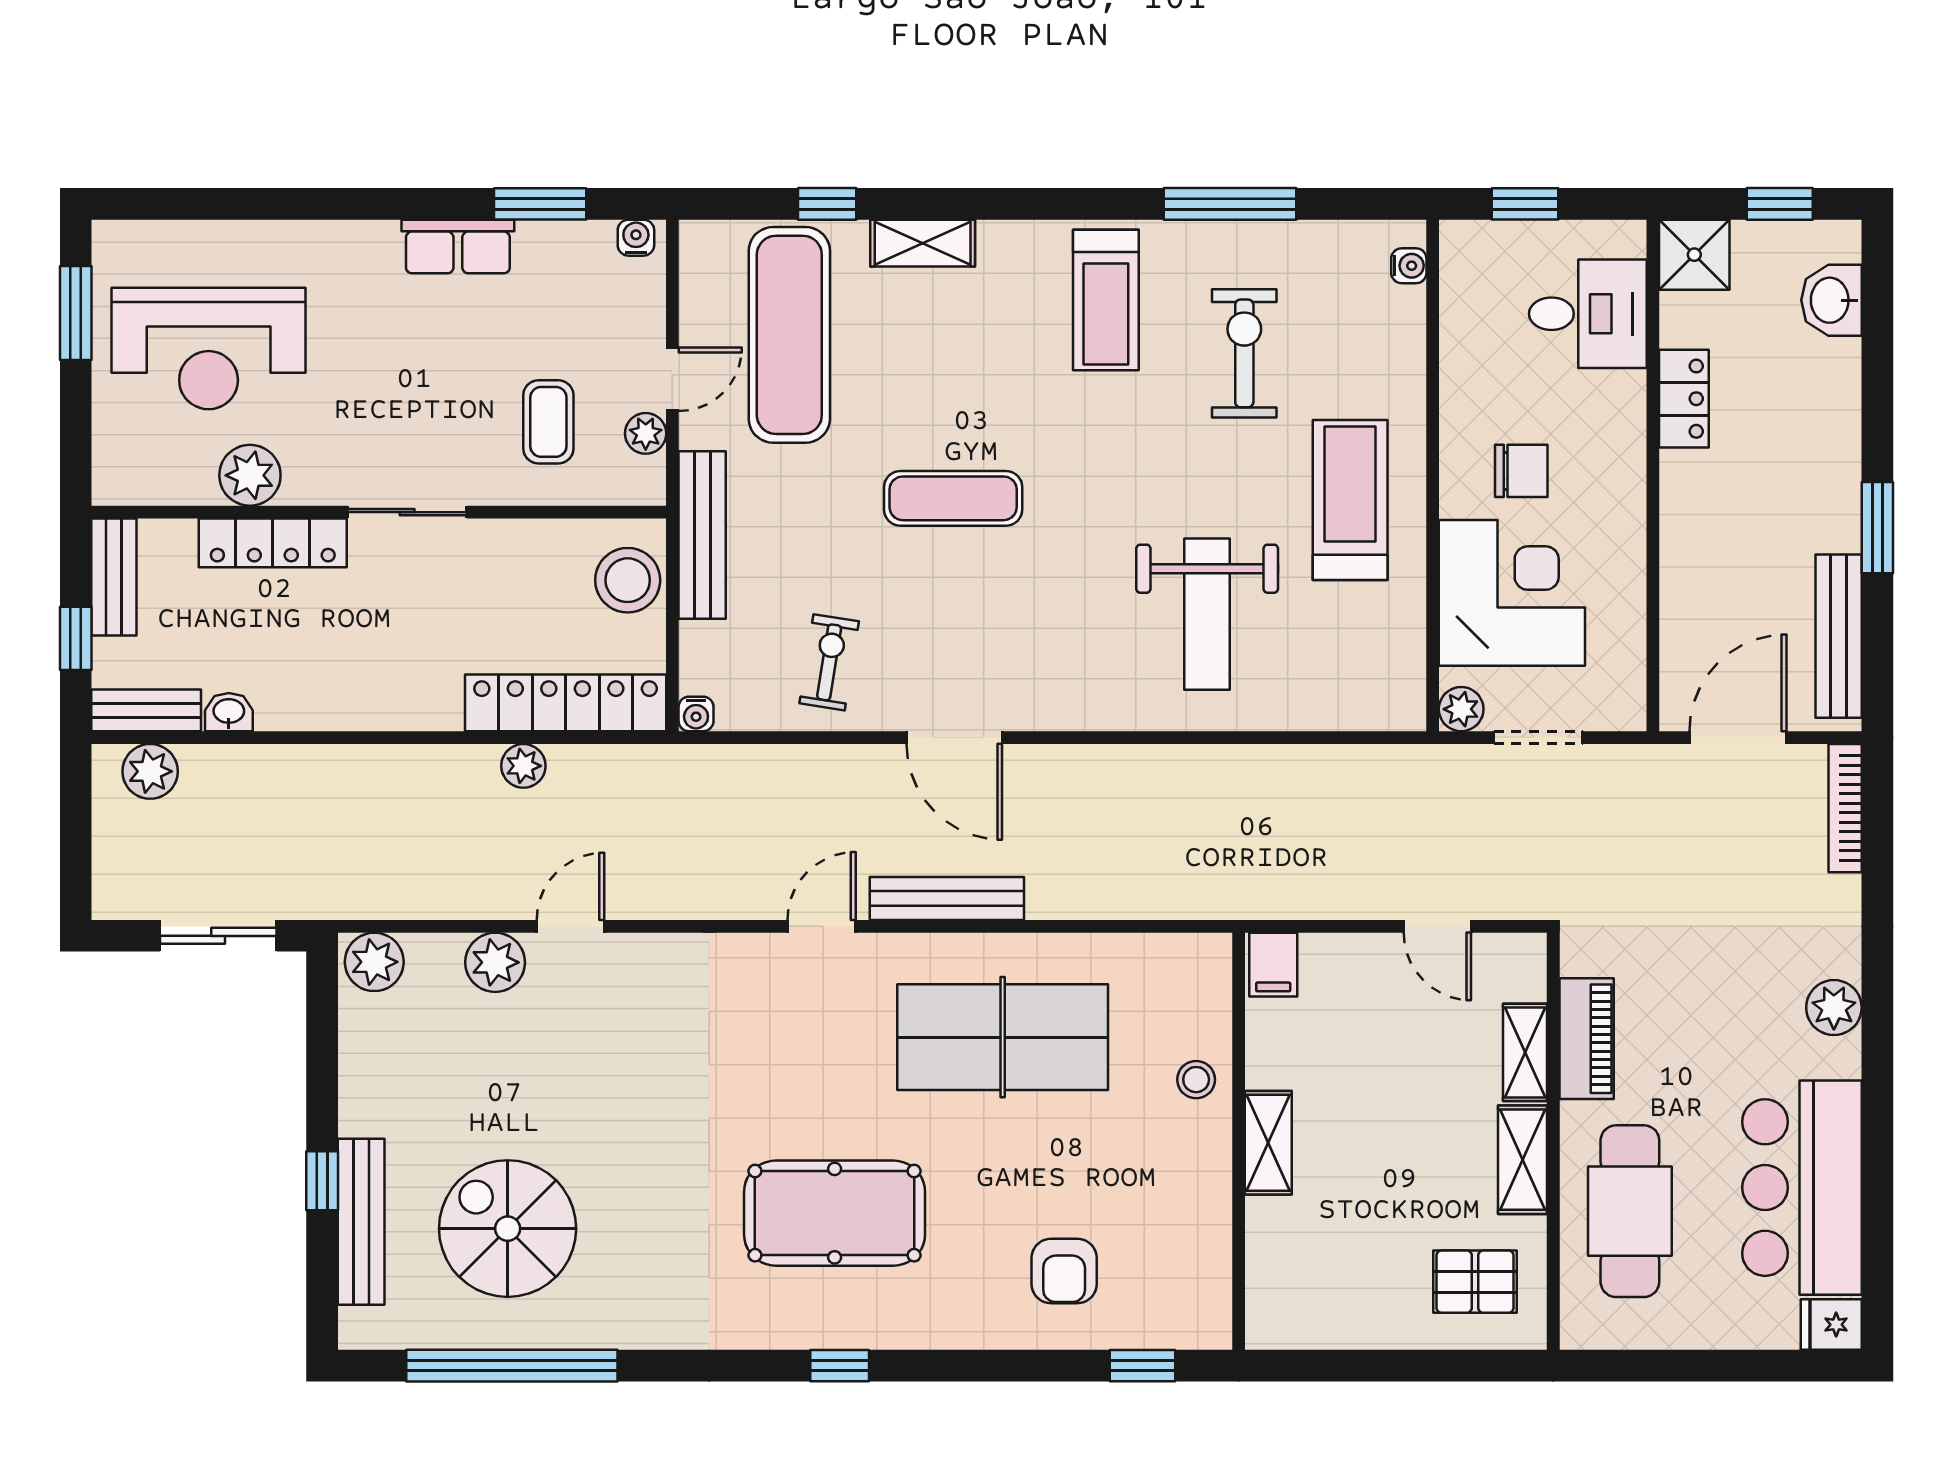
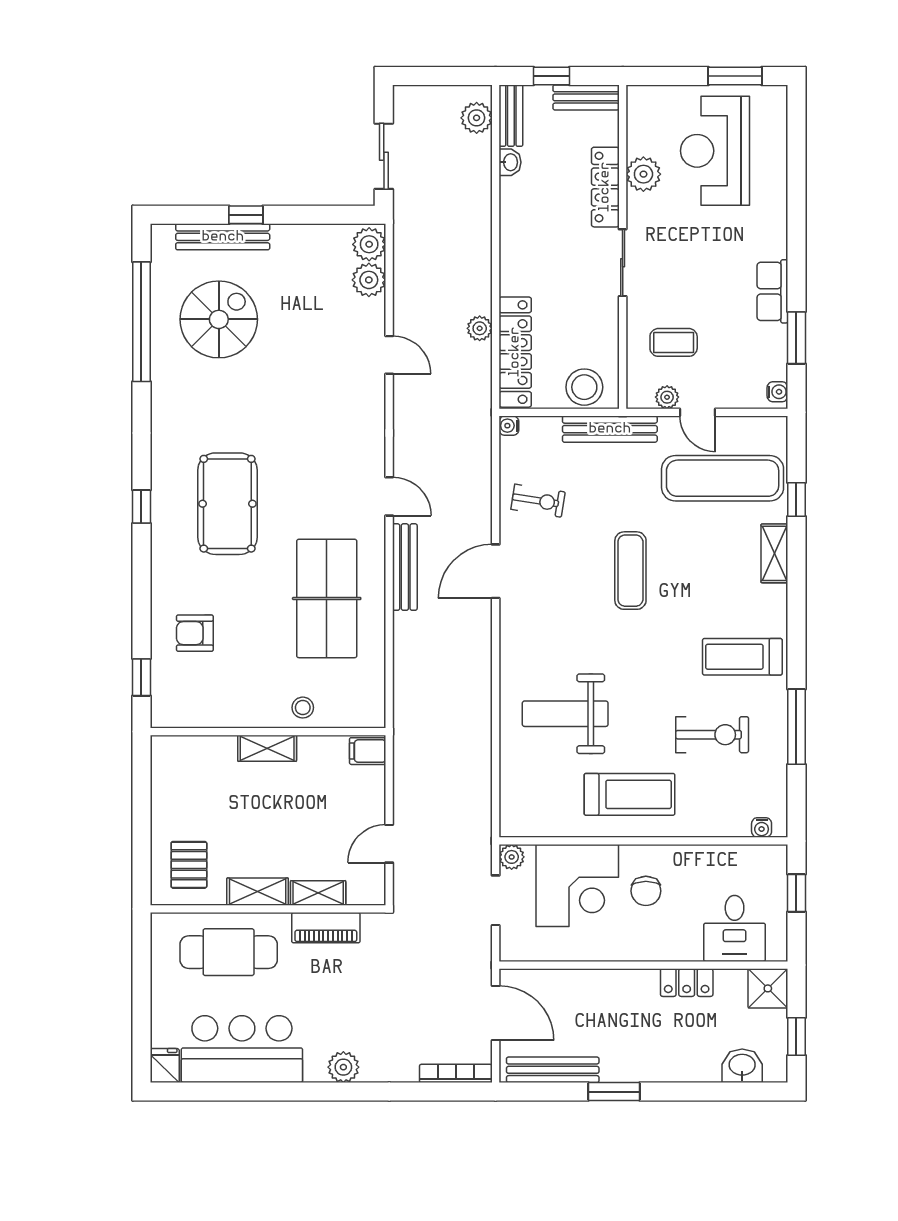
plant: (495, 962) -> (369, 280), moved

